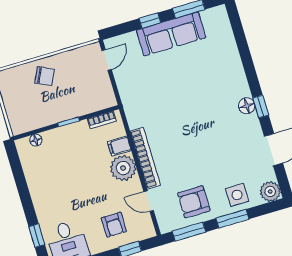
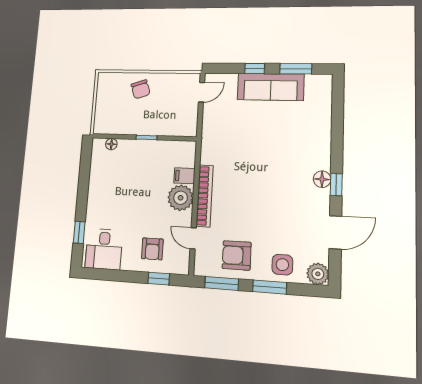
chair: (45, 76) -> (141, 89), turned 45
bookcase: (102, 120) -> (177, 146), removed

